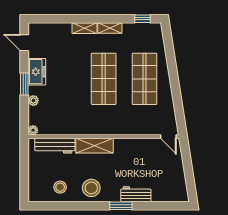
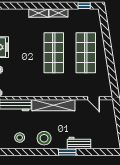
door: (168, 137) -> (93, 98), moved
shelving: (94, 146) -> (53, 105), width x1.47

